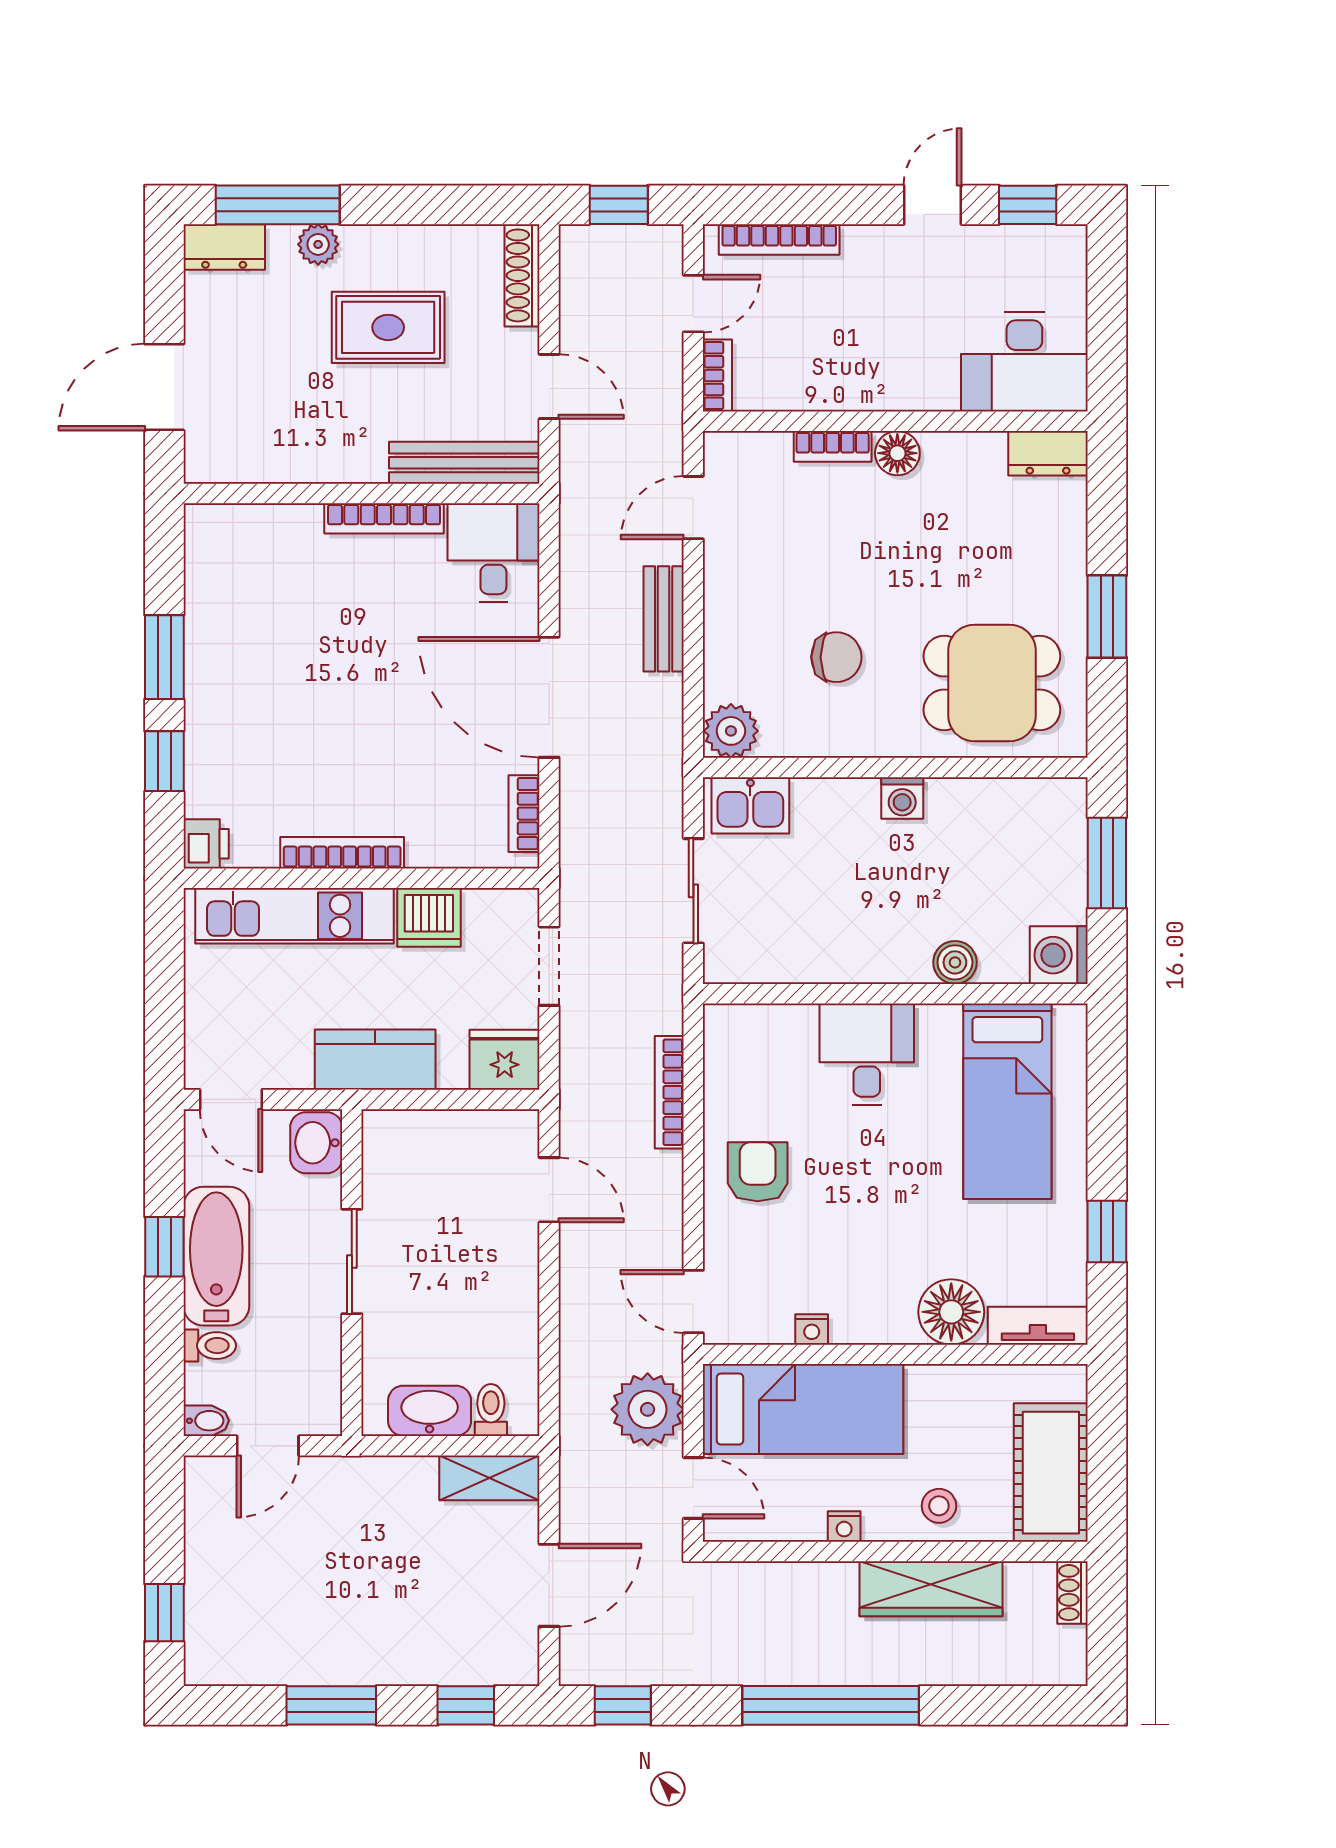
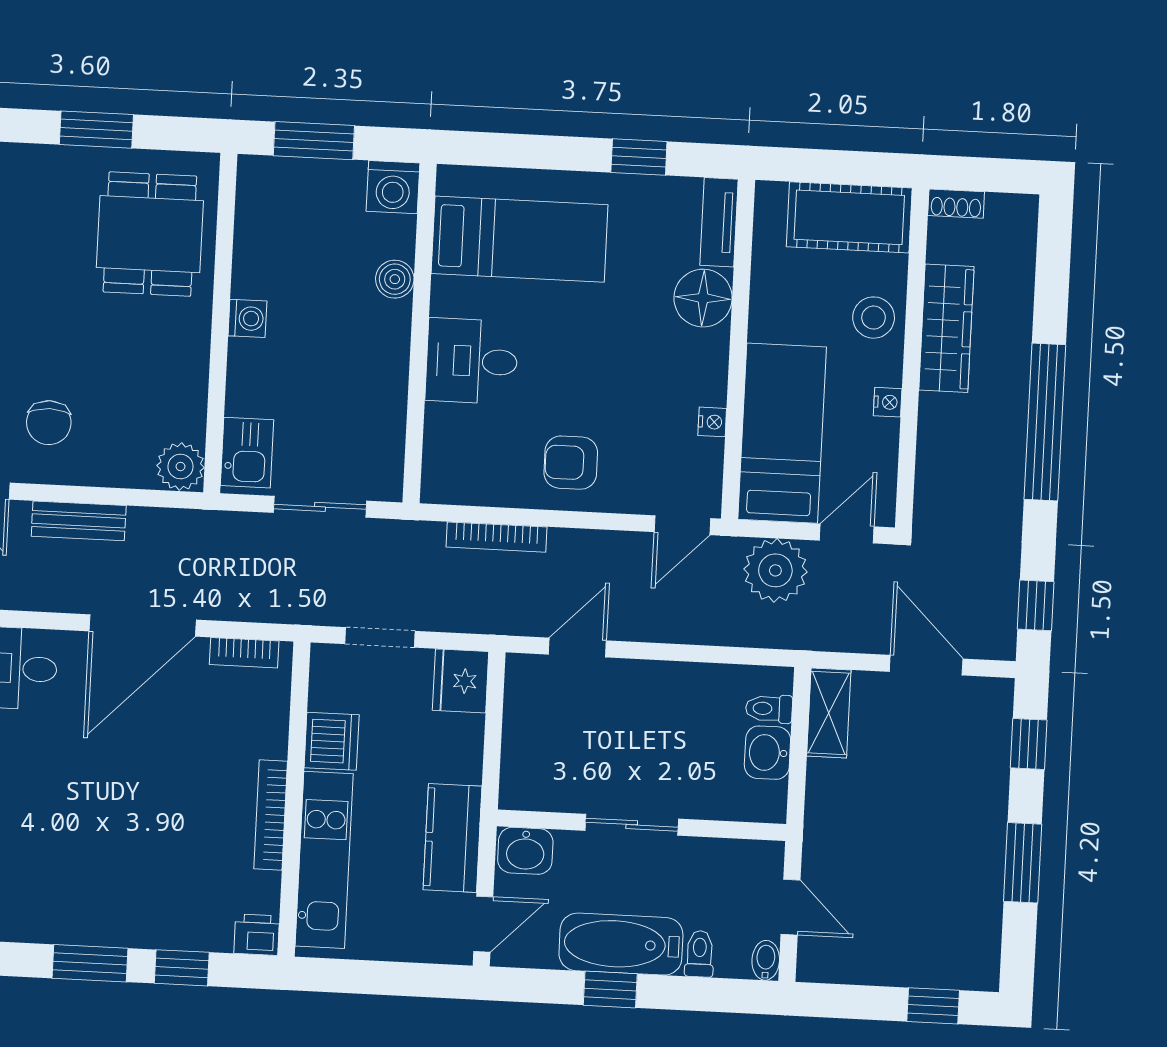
chair: (836, 657) -> (49, 423), moved, turned 180
kitchen counter: (375, 1060) -> (453, 838), moved
washbasin: (430, 1411) -> (767, 753), width x0.72
stool: (939, 1506) -> (874, 318), width x1.37, depth x1.37

